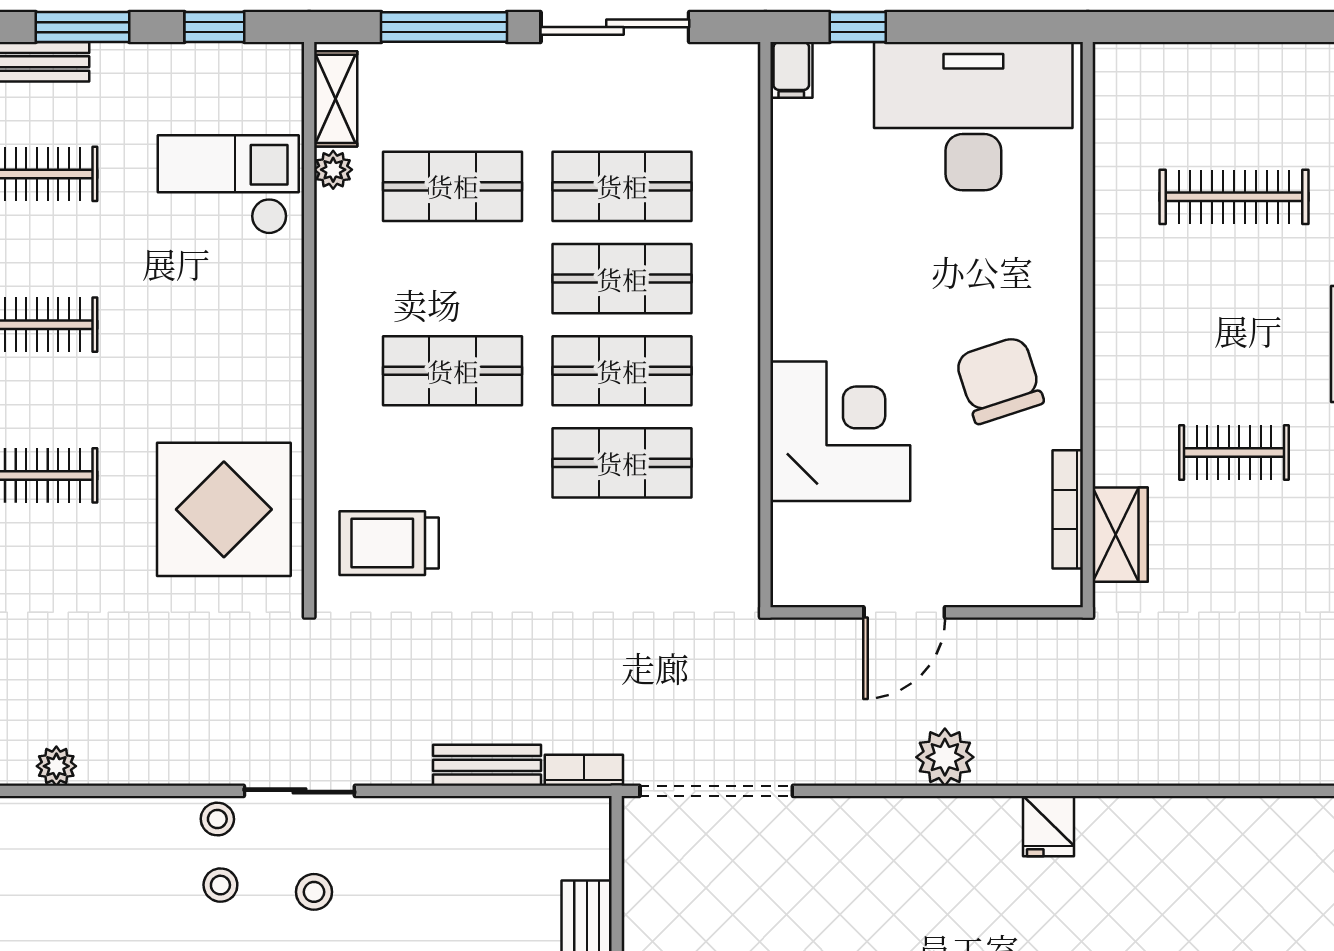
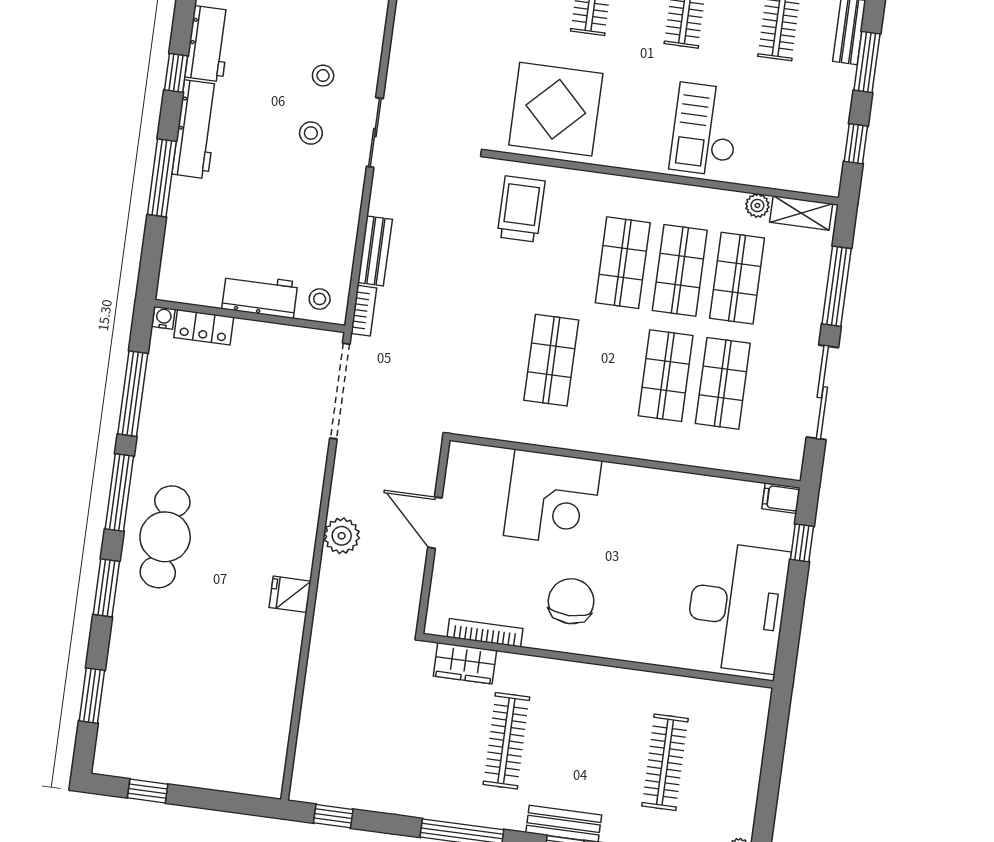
checkout: (228, 185) -> (705, 129), moved, turned 180
shop shelf: (622, 371) -> (680, 270), moved
chair: (999, 380) -> (571, 601), turned -72
clothes rail: (1234, 452) -> (506, 741), width x1.36
stool: (217, 819) -> (320, 299), moved

